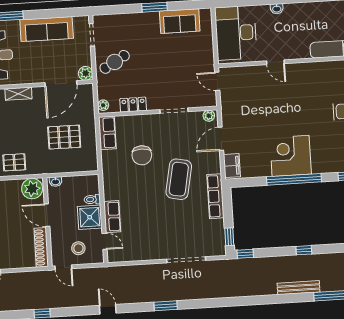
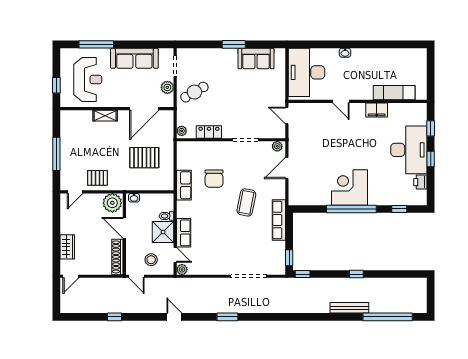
plant: (85, 73) -> (167, 87), moved
row of seats: (107, 133) -> (184, 185), moved
filing cabinet: (232, 166) -> (377, 110), moved, turned 90
coffee table: (179, 179) -> (246, 202), width x0.73, depth x0.76
plant: (113, 257) -> (182, 269), added

